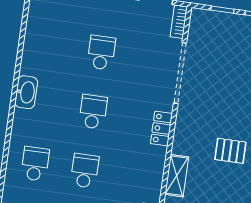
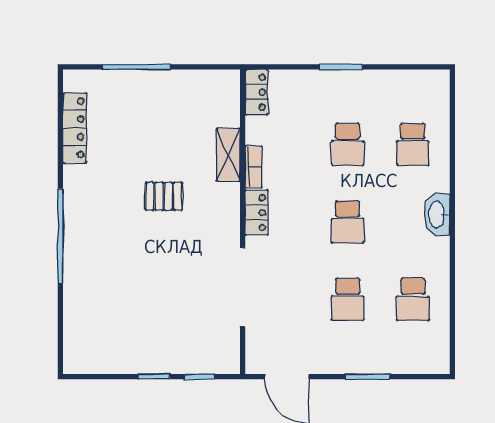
bookcase: (179, 22) -> (254, 167), moved
school desk: (52, 46) -> (413, 299), added
washbasin: (26, 92) -> (437, 215), moved

